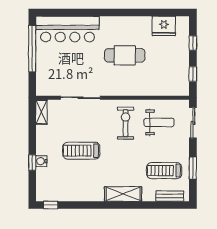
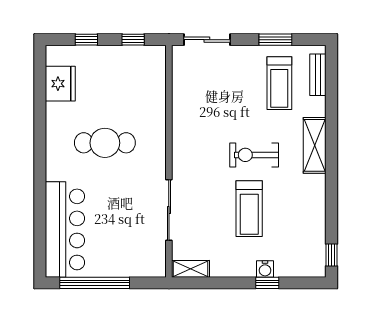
cafe table: (125, 55) -> (105, 143), turned 90
weight bench: (159, 122) -> (206, 91), removed
exercise bike: (126, 123) -> (254, 155), moved

